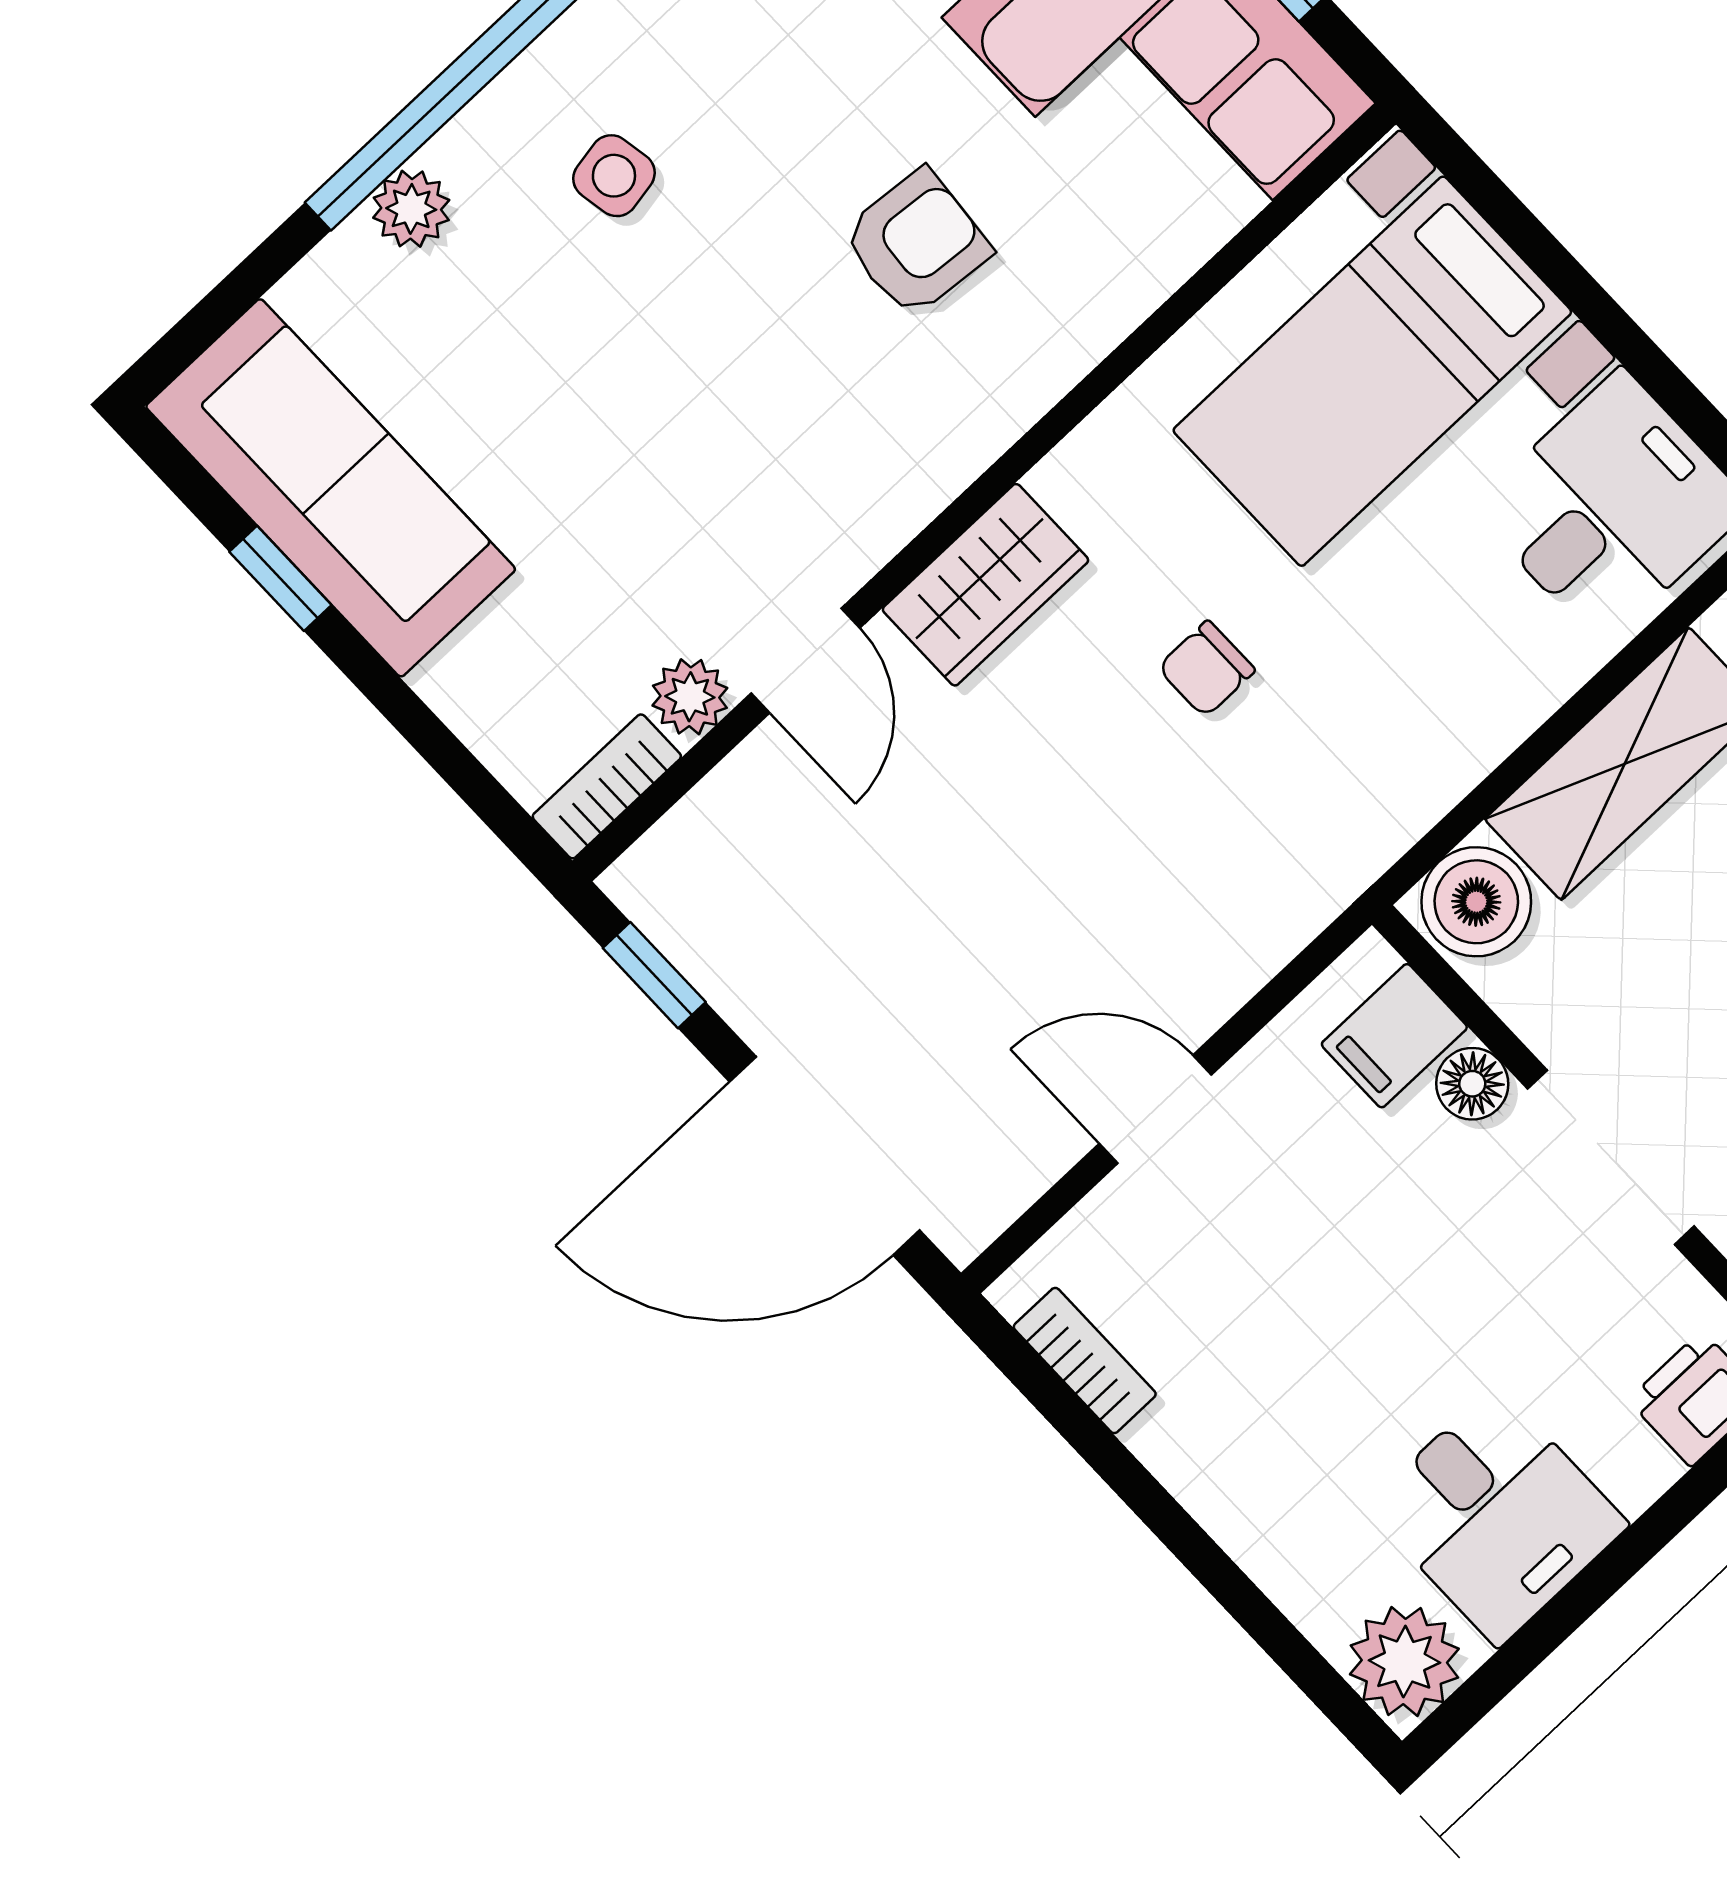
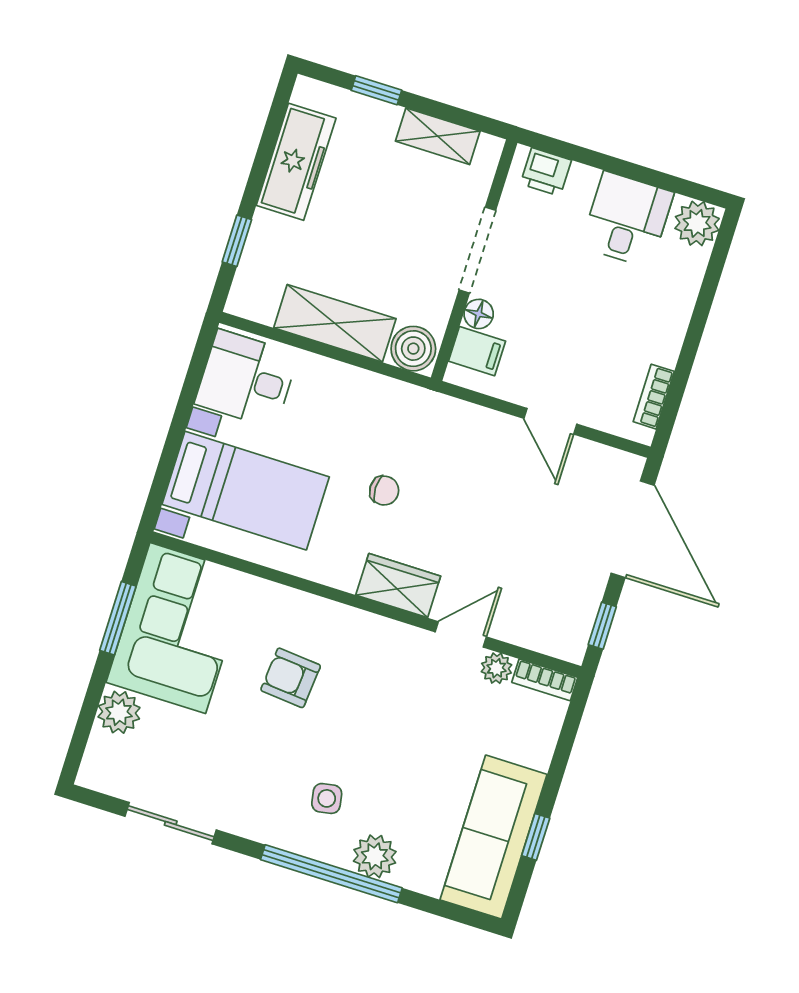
plant: (411, 209) -> (375, 856), width x1.38, depth x1.38

